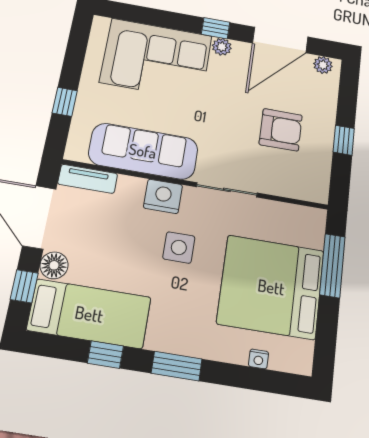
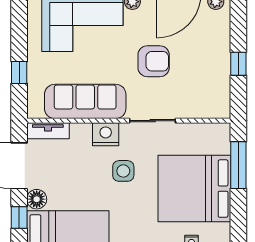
armchair: (281, 130) -> (154, 61), moved

